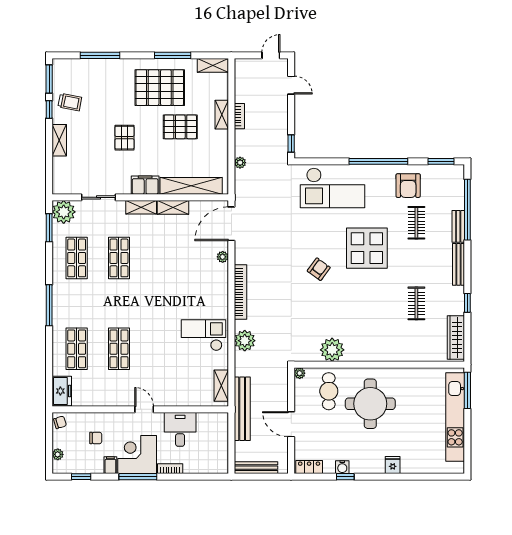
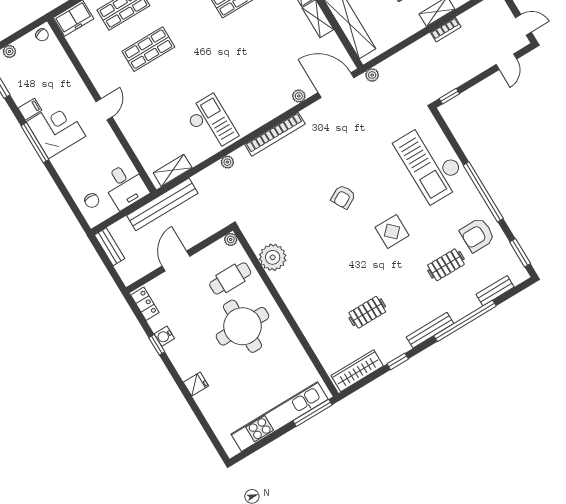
plant: (240, 163) -> (372, 75), moved
window: (467, 210) -> (465, 321), moved
bench: (458, 226) -> (495, 291), moved
display table: (367, 248) -> (392, 231), width x0.54, depth x0.54
armchair: (319, 269) -> (343, 197), turned 115
plant: (245, 341) -> (227, 162), width x0.53, depth x0.53
desk: (180, 429) -> (125, 186), moved, turned 90
chair: (96, 438) -> (92, 201), moved
bench: (256, 468) -> (110, 247), width x0.73
bookcase: (170, 469) -> (62, 169), removed

